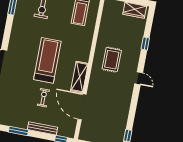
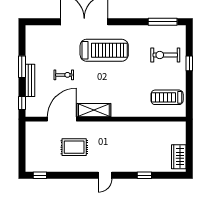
treadmill: (47, 60) -> (104, 50), moved
rug: (112, 60) -> (74, 147), moved
window: (18, 131) -> (22, 67), moved

